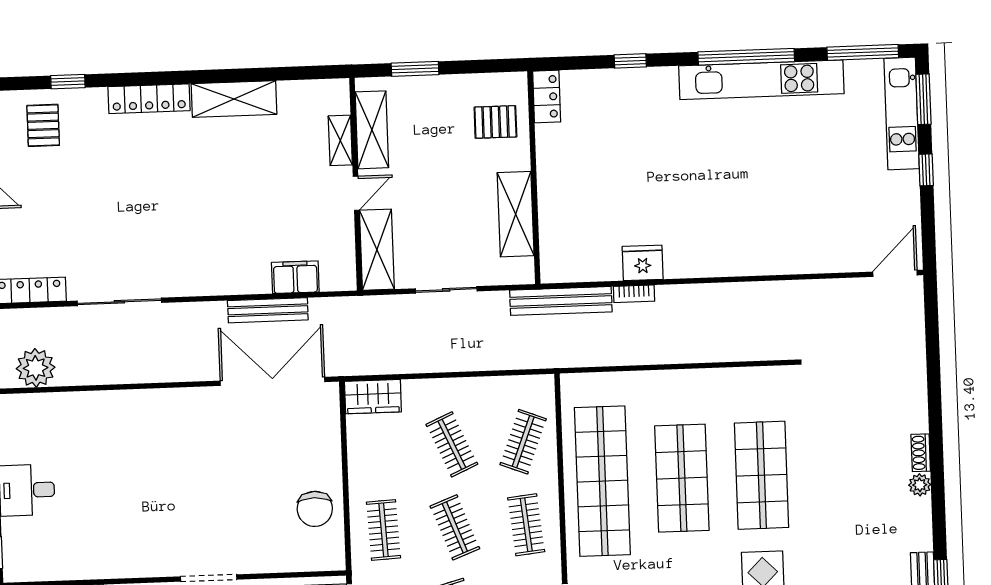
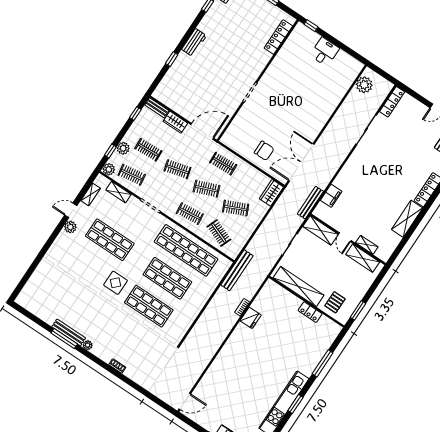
window: (746, 57) -> (295, 404), width x0.47
window: (630, 61) -> (323, 363), width x2.17
window: (415, 69) -> (358, 310), moved
locker: (547, 97) -> (310, 312), moved
shelving: (516, 214) -> (298, 286), width x1.47
door: (895, 273) -> (185, 401), hinge flipped
bench: (561, 301) -> (237, 270), moved
bench: (268, 310) -> (310, 203), moved
double door: (272, 381) -> (301, 162), swing flipped
plant: (920, 485) -> (88, 345), moved
chair: (315, 509) -> (264, 151), moved, turned 180

